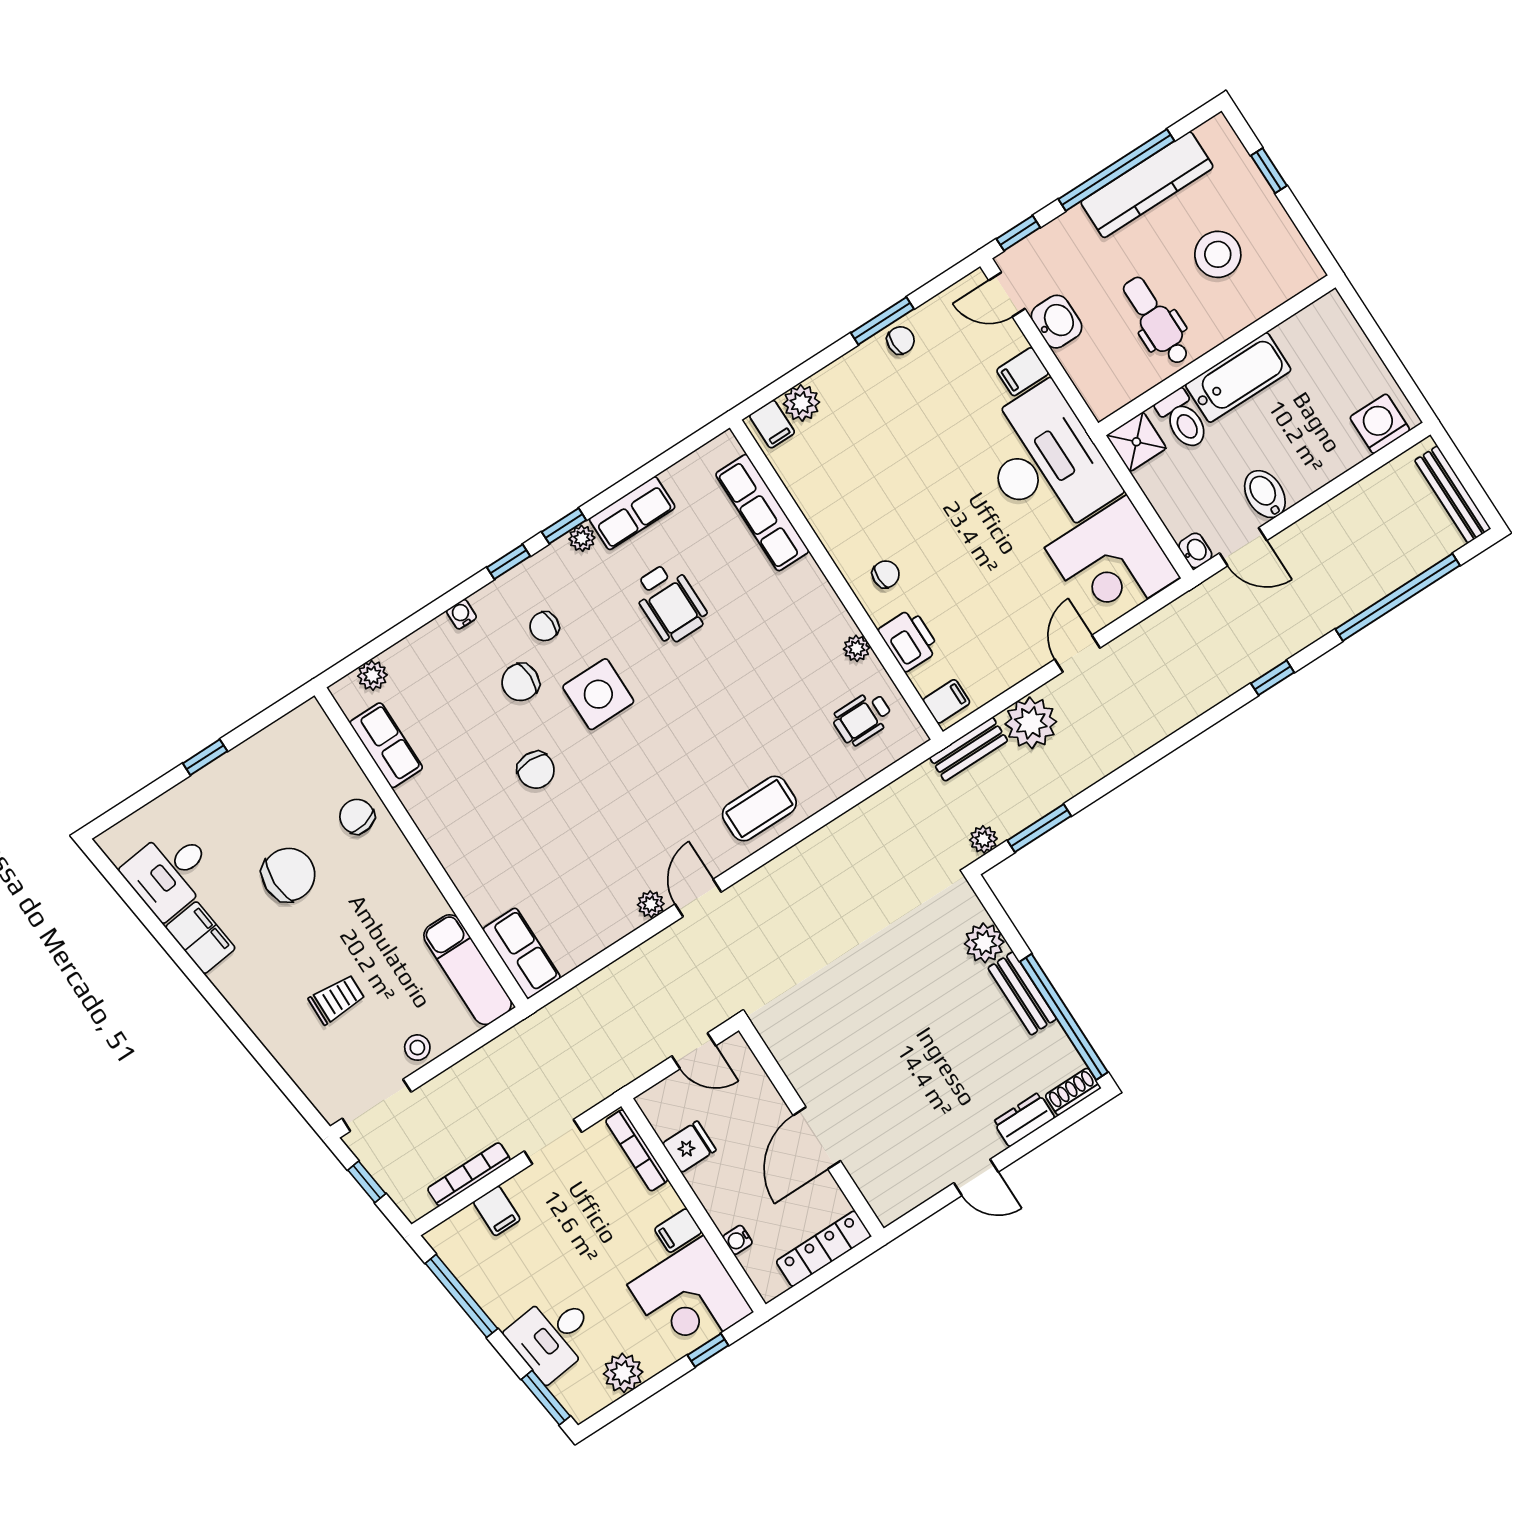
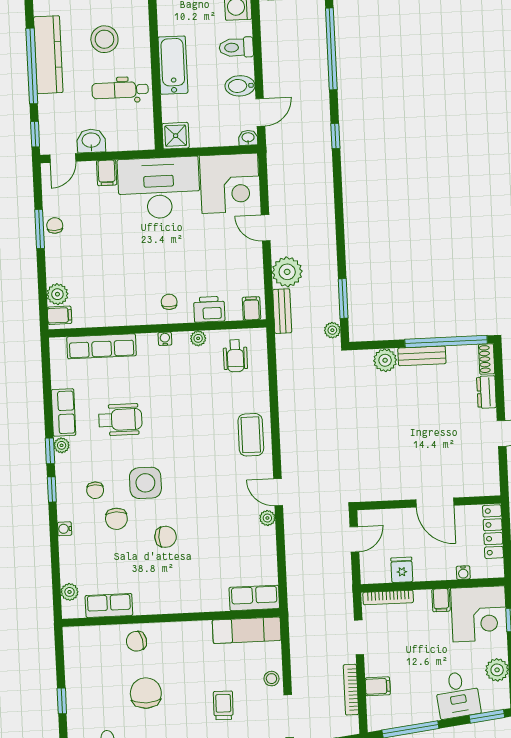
toilet: (1183, 420) -> (236, 47), moved, turned 180
water cooler: (828, 600) -> (165, 339), added

